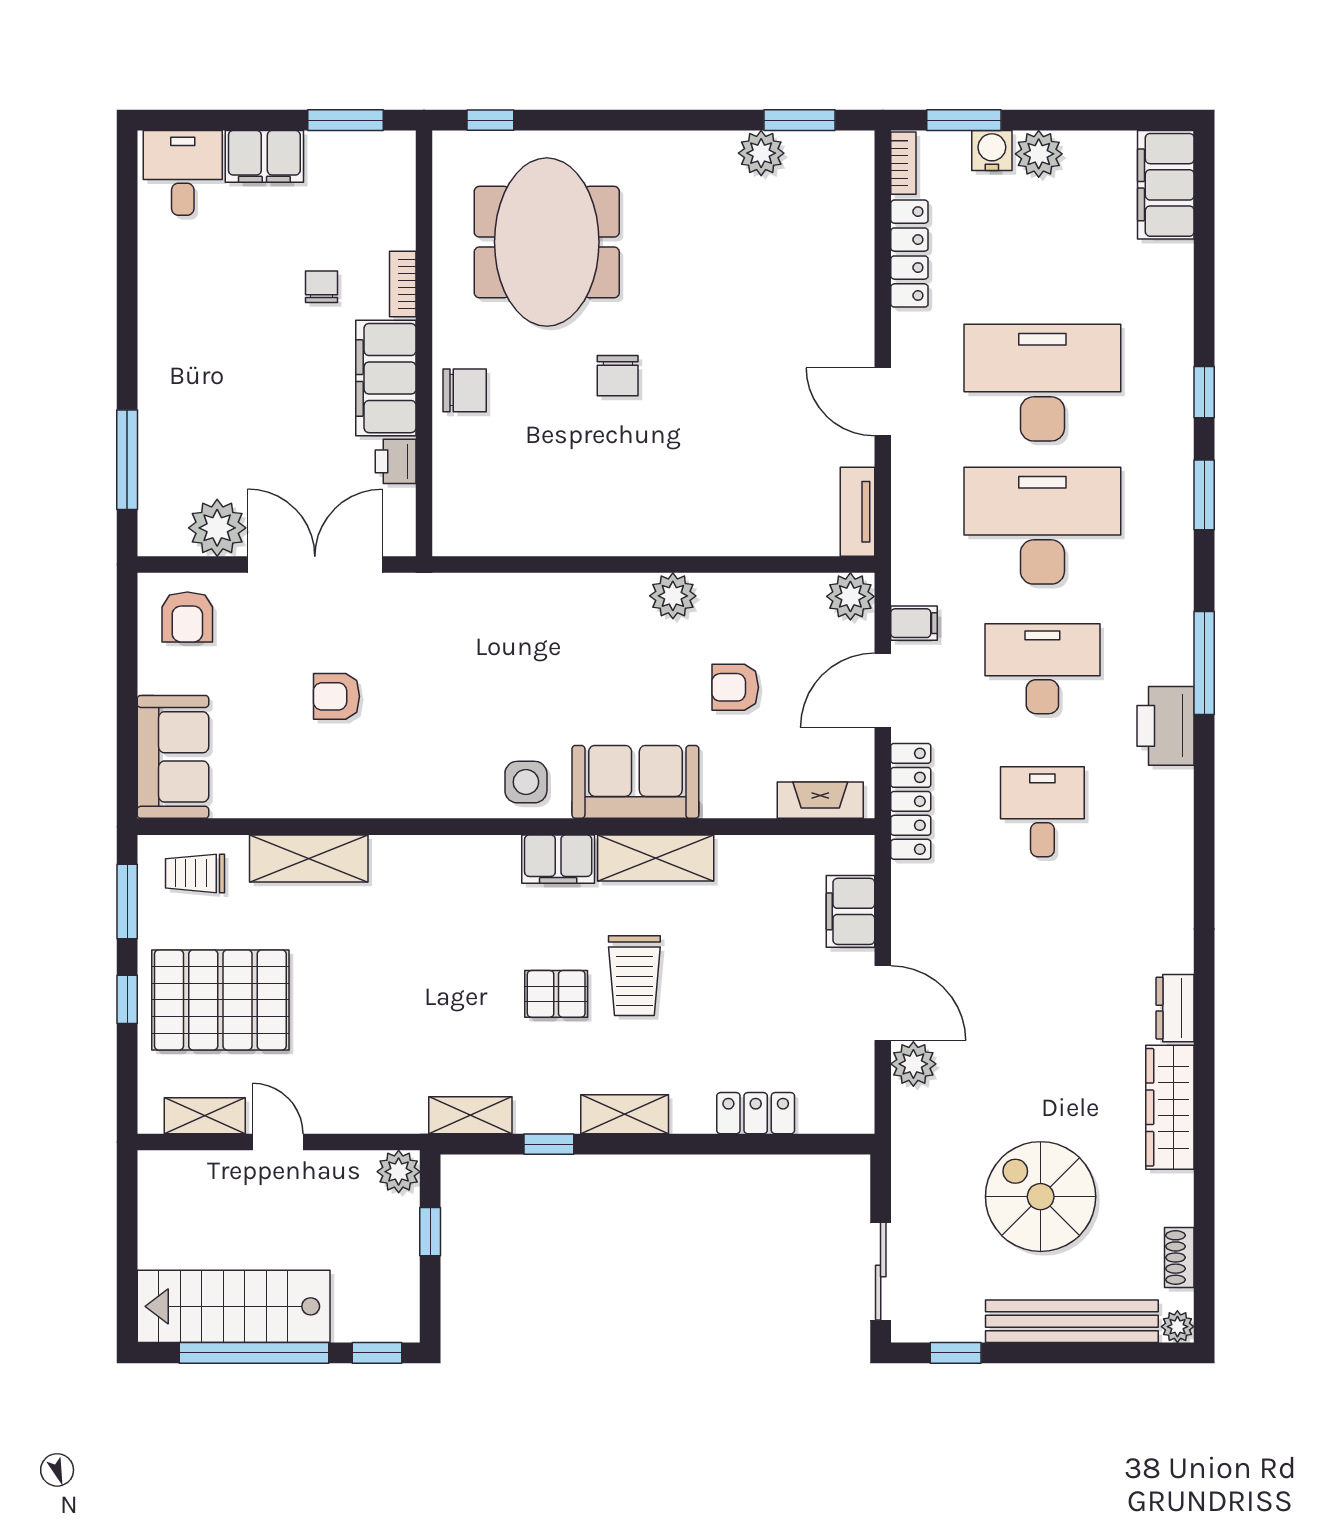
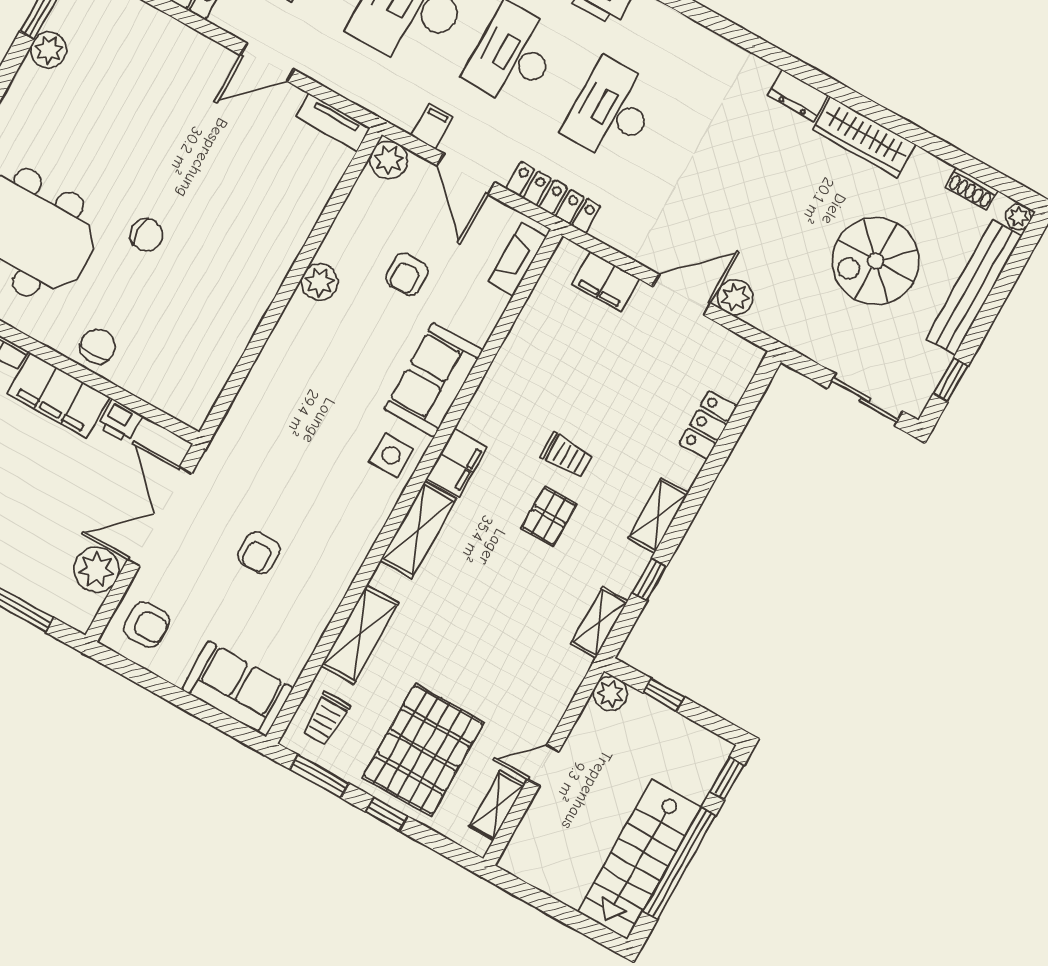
desk: (1042, 812) -> (611, 111), width x1.37
shelving: (656, 858) -> (418, 530), moved
trolley: (634, 976) -> (566, 455), width x0.73, depth x0.72

